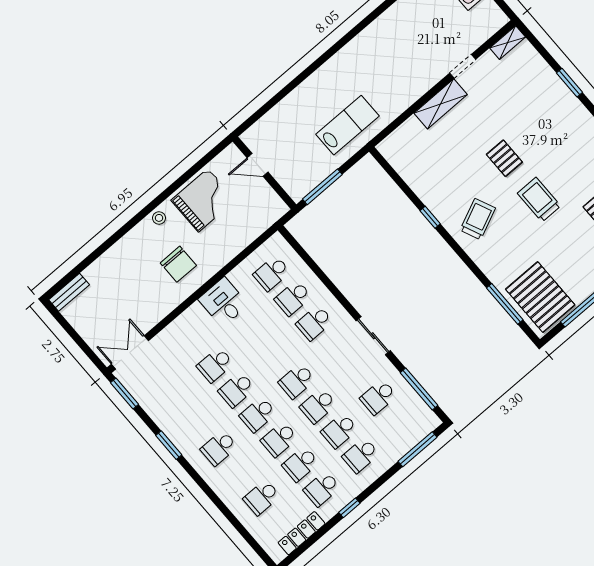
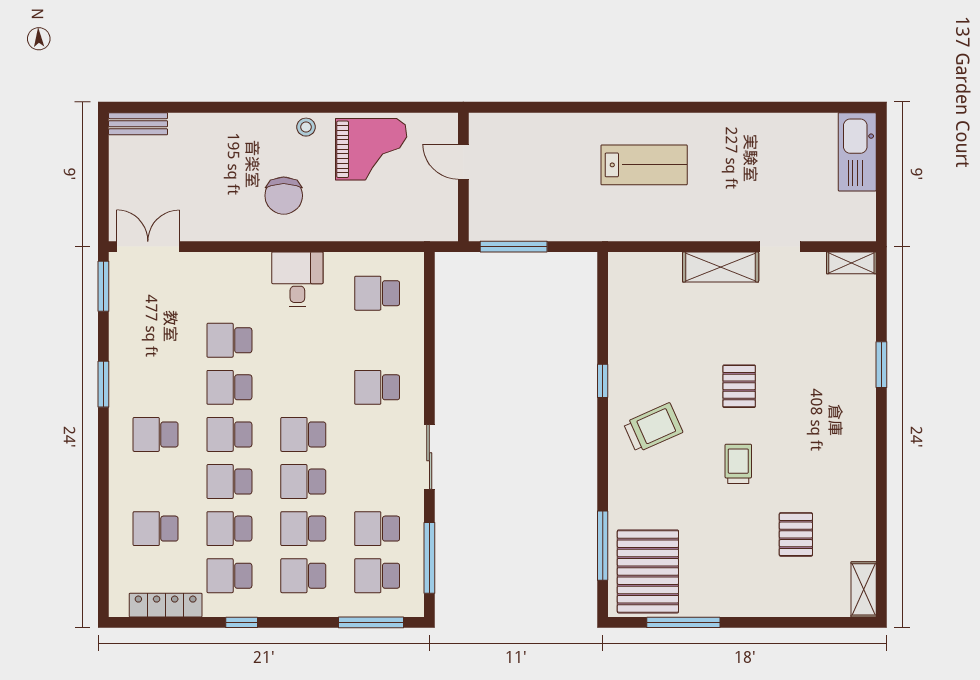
lab bench: (347, 125) -> (644, 165), moved
trolley: (539, 200) -> (738, 464), width x0.73, depth x0.72
school desk: (293, 298) -> (377, 576), moved

